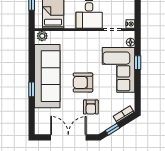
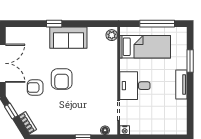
corner sofa: (118, 70) -> (75, 117), removed
sofa: (47, 76) -> (68, 38), width x0.54, depth x0.79
armchair: (83, 82) -> (62, 79), turned 180

